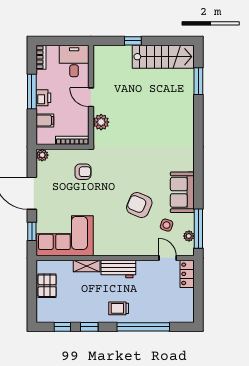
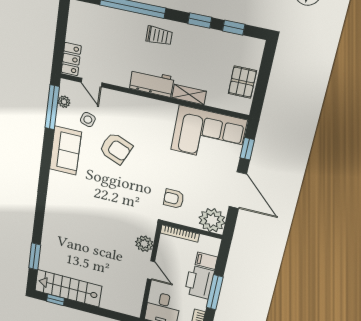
window: (133, 41) -> (55, 300), moved
printer: (43, 98) -> (199, 282), width x1.87, depth x1.48
plant: (42, 155) -> (212, 220), width x1.87, depth x1.87

